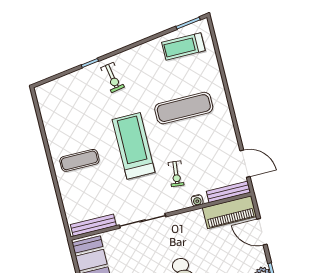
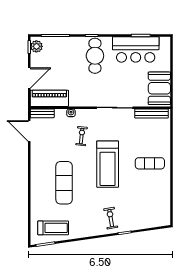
exercise mat: (184, 108) -> (64, 183), turned 90
bench: (228, 192) -> (42, 113), width x0.73
door: (262, 232) -> (29, 78), hinge flipped

